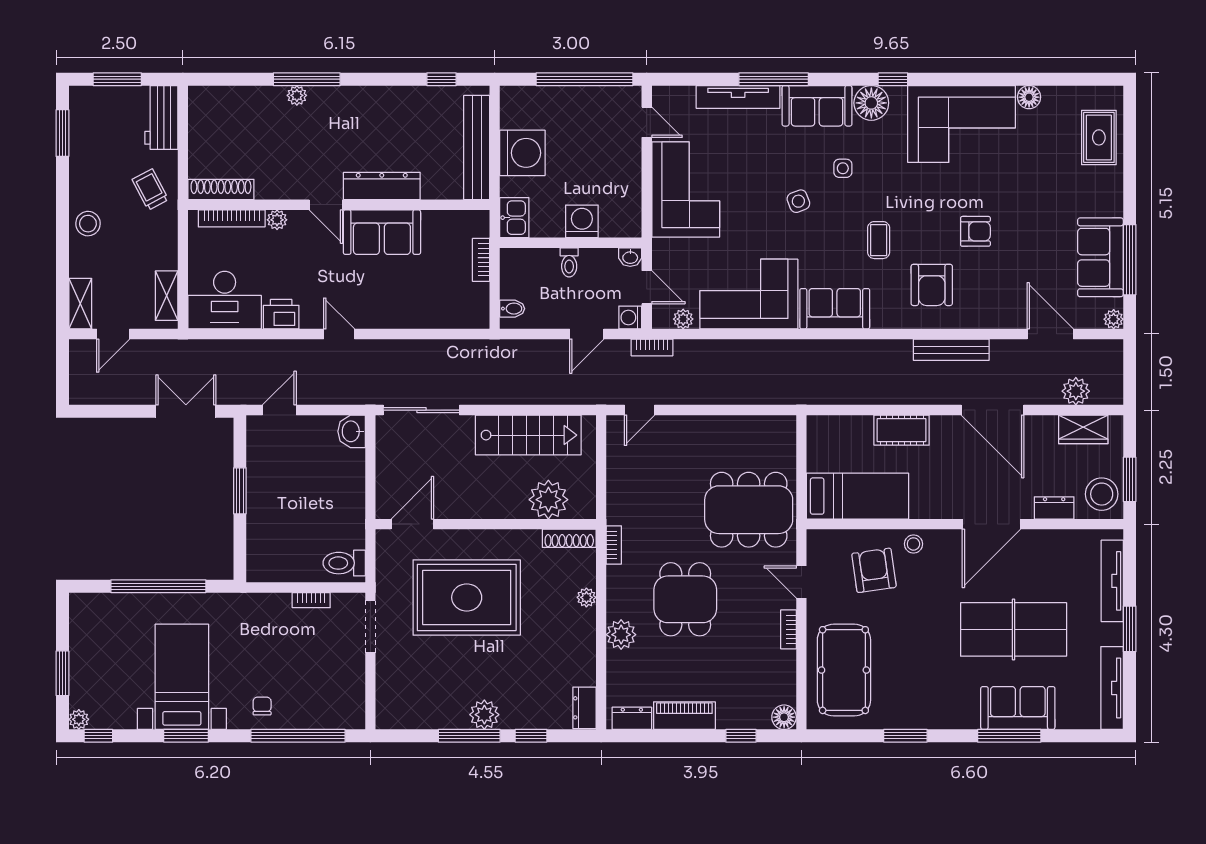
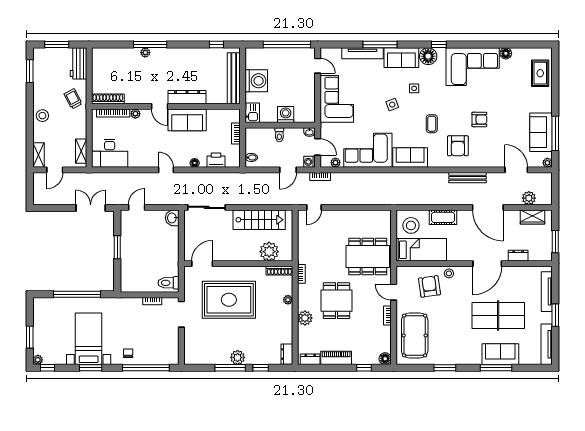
printer: (281, 314) -> (216, 160), moved
floor lamp: (397, 320) -> (195, 163), added
stool: (1102, 494) -> (411, 225), moved

